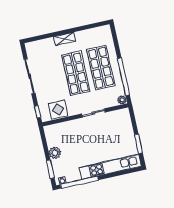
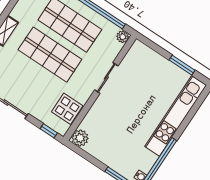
plant: (55, 153) -> (80, 138), moved

